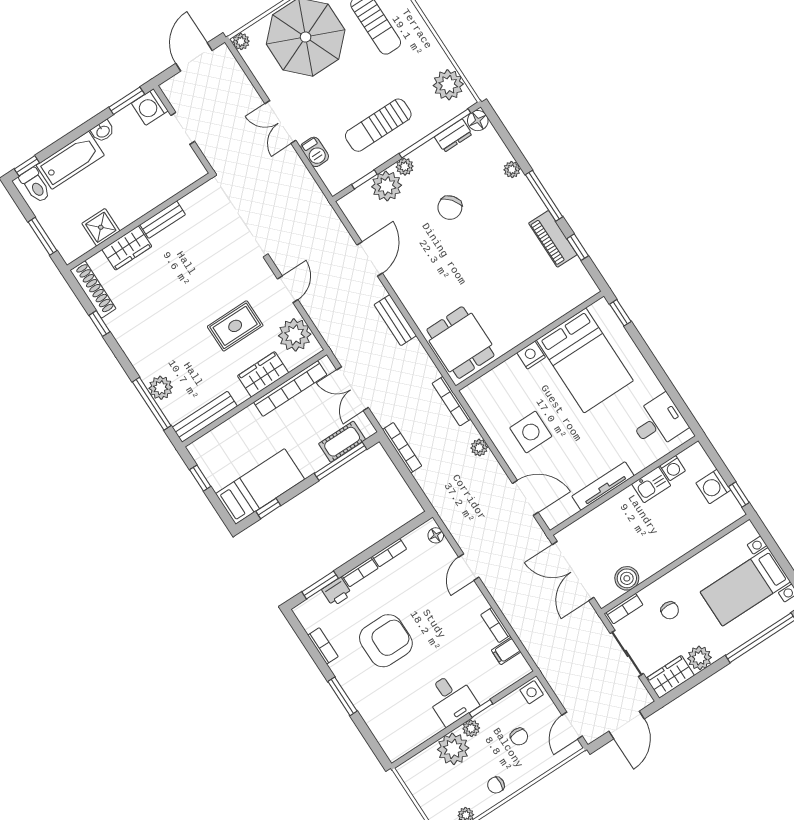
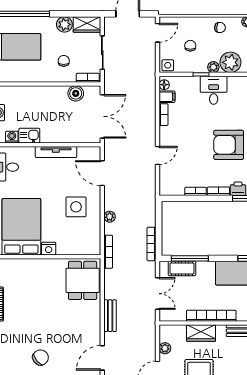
plant: (295, 335) -> (165, 348), width x0.53, depth x0.53
bookcase: (290, 388) -> (211, 316), moved
floor lamp: (436, 535) -> (164, 85), moved

